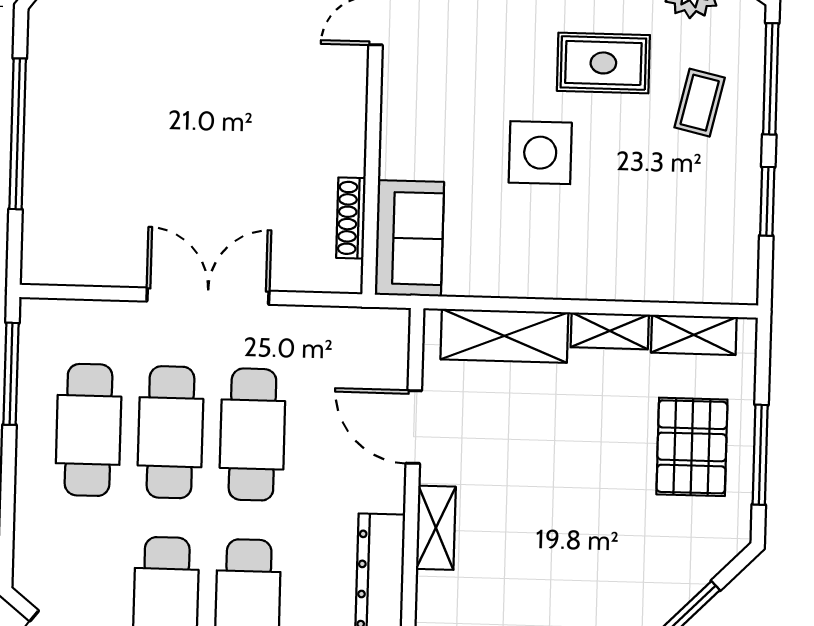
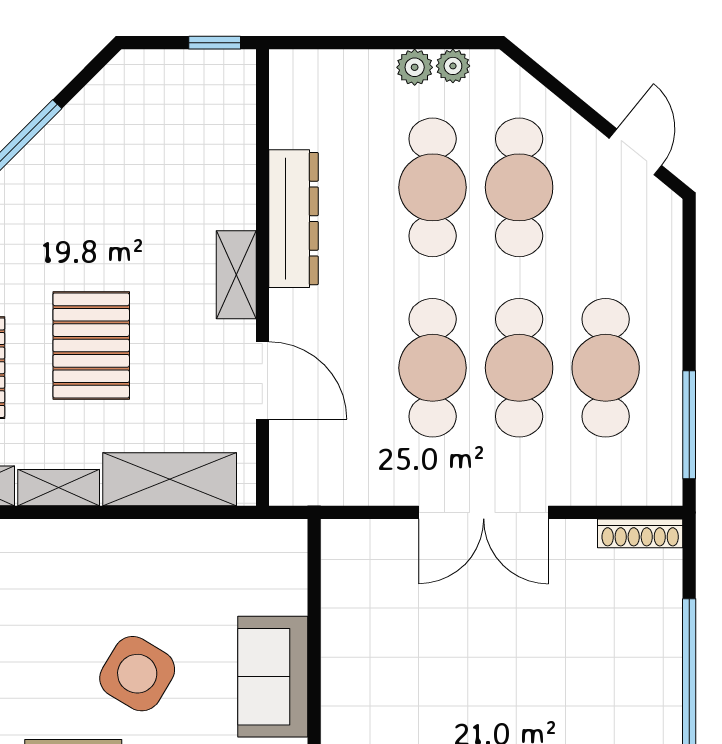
side table: (540, 153) -> (137, 674), turned 31
shoe rack: (351, 218) -> (640, 533), moved, turned 90
sofa: (409, 238) -> (273, 677), moved
pallet: (575, 465) -> (91, 345), added

